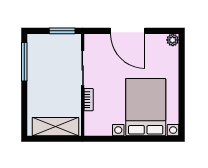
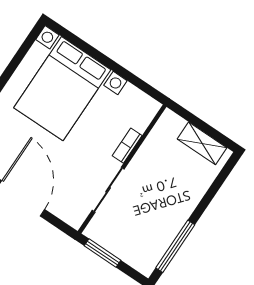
shelving: (56, 127) -> (202, 143), width x0.67, depth x0.75

